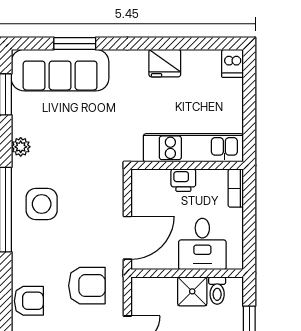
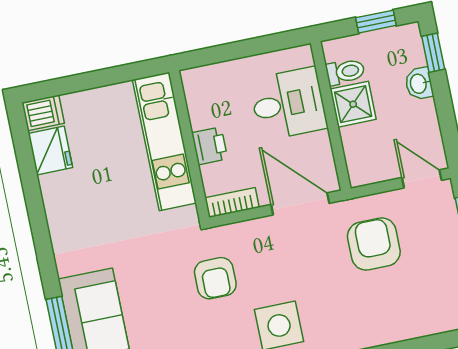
fridge: (165, 63) -> (50, 151), moved
bookcase: (236, 188) -> (232, 203), moved, turned 180
armchair: (29, 301) -> (215, 278), moved, turned 180

